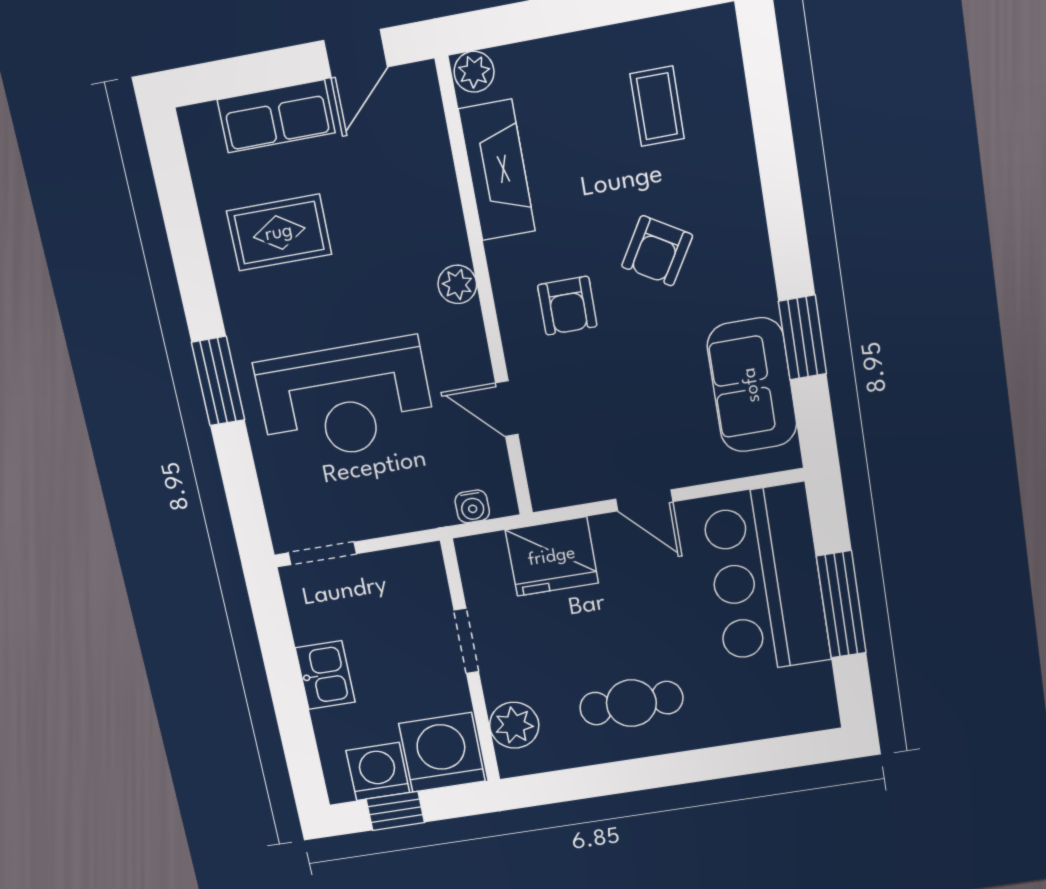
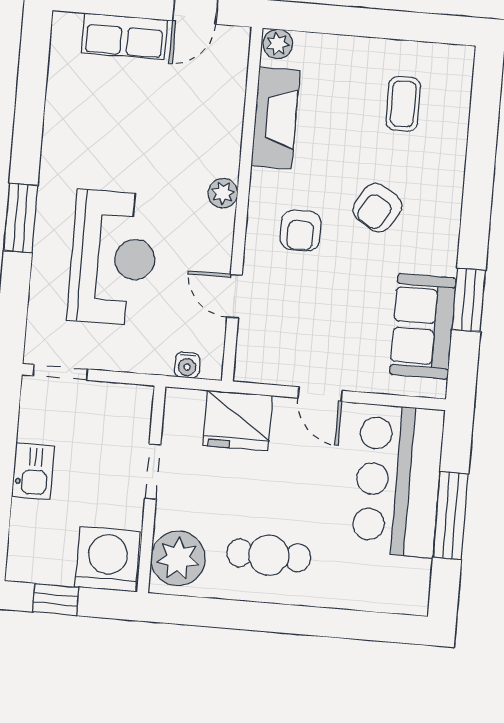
rug: (279, 233) -> (101, 120), removed
reception desk: (345, 400) -> (113, 258), turned -90
plant: (514, 725) -> (178, 558), width x1.36, depth x1.36
washing machine: (378, 772) -> (51, 563), removed

